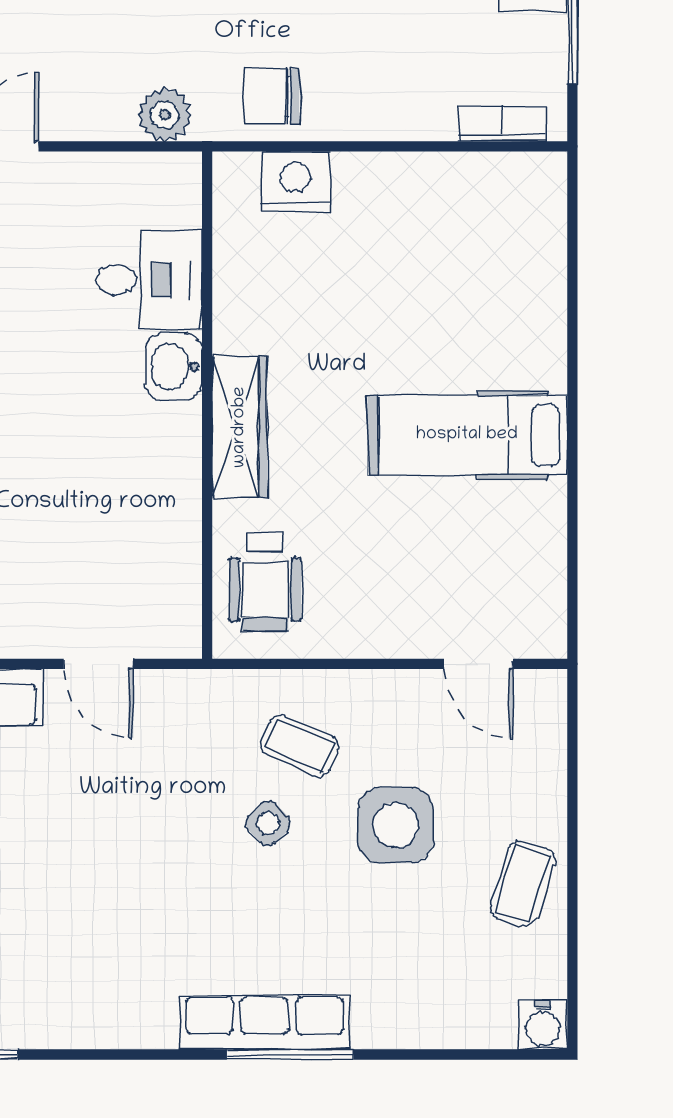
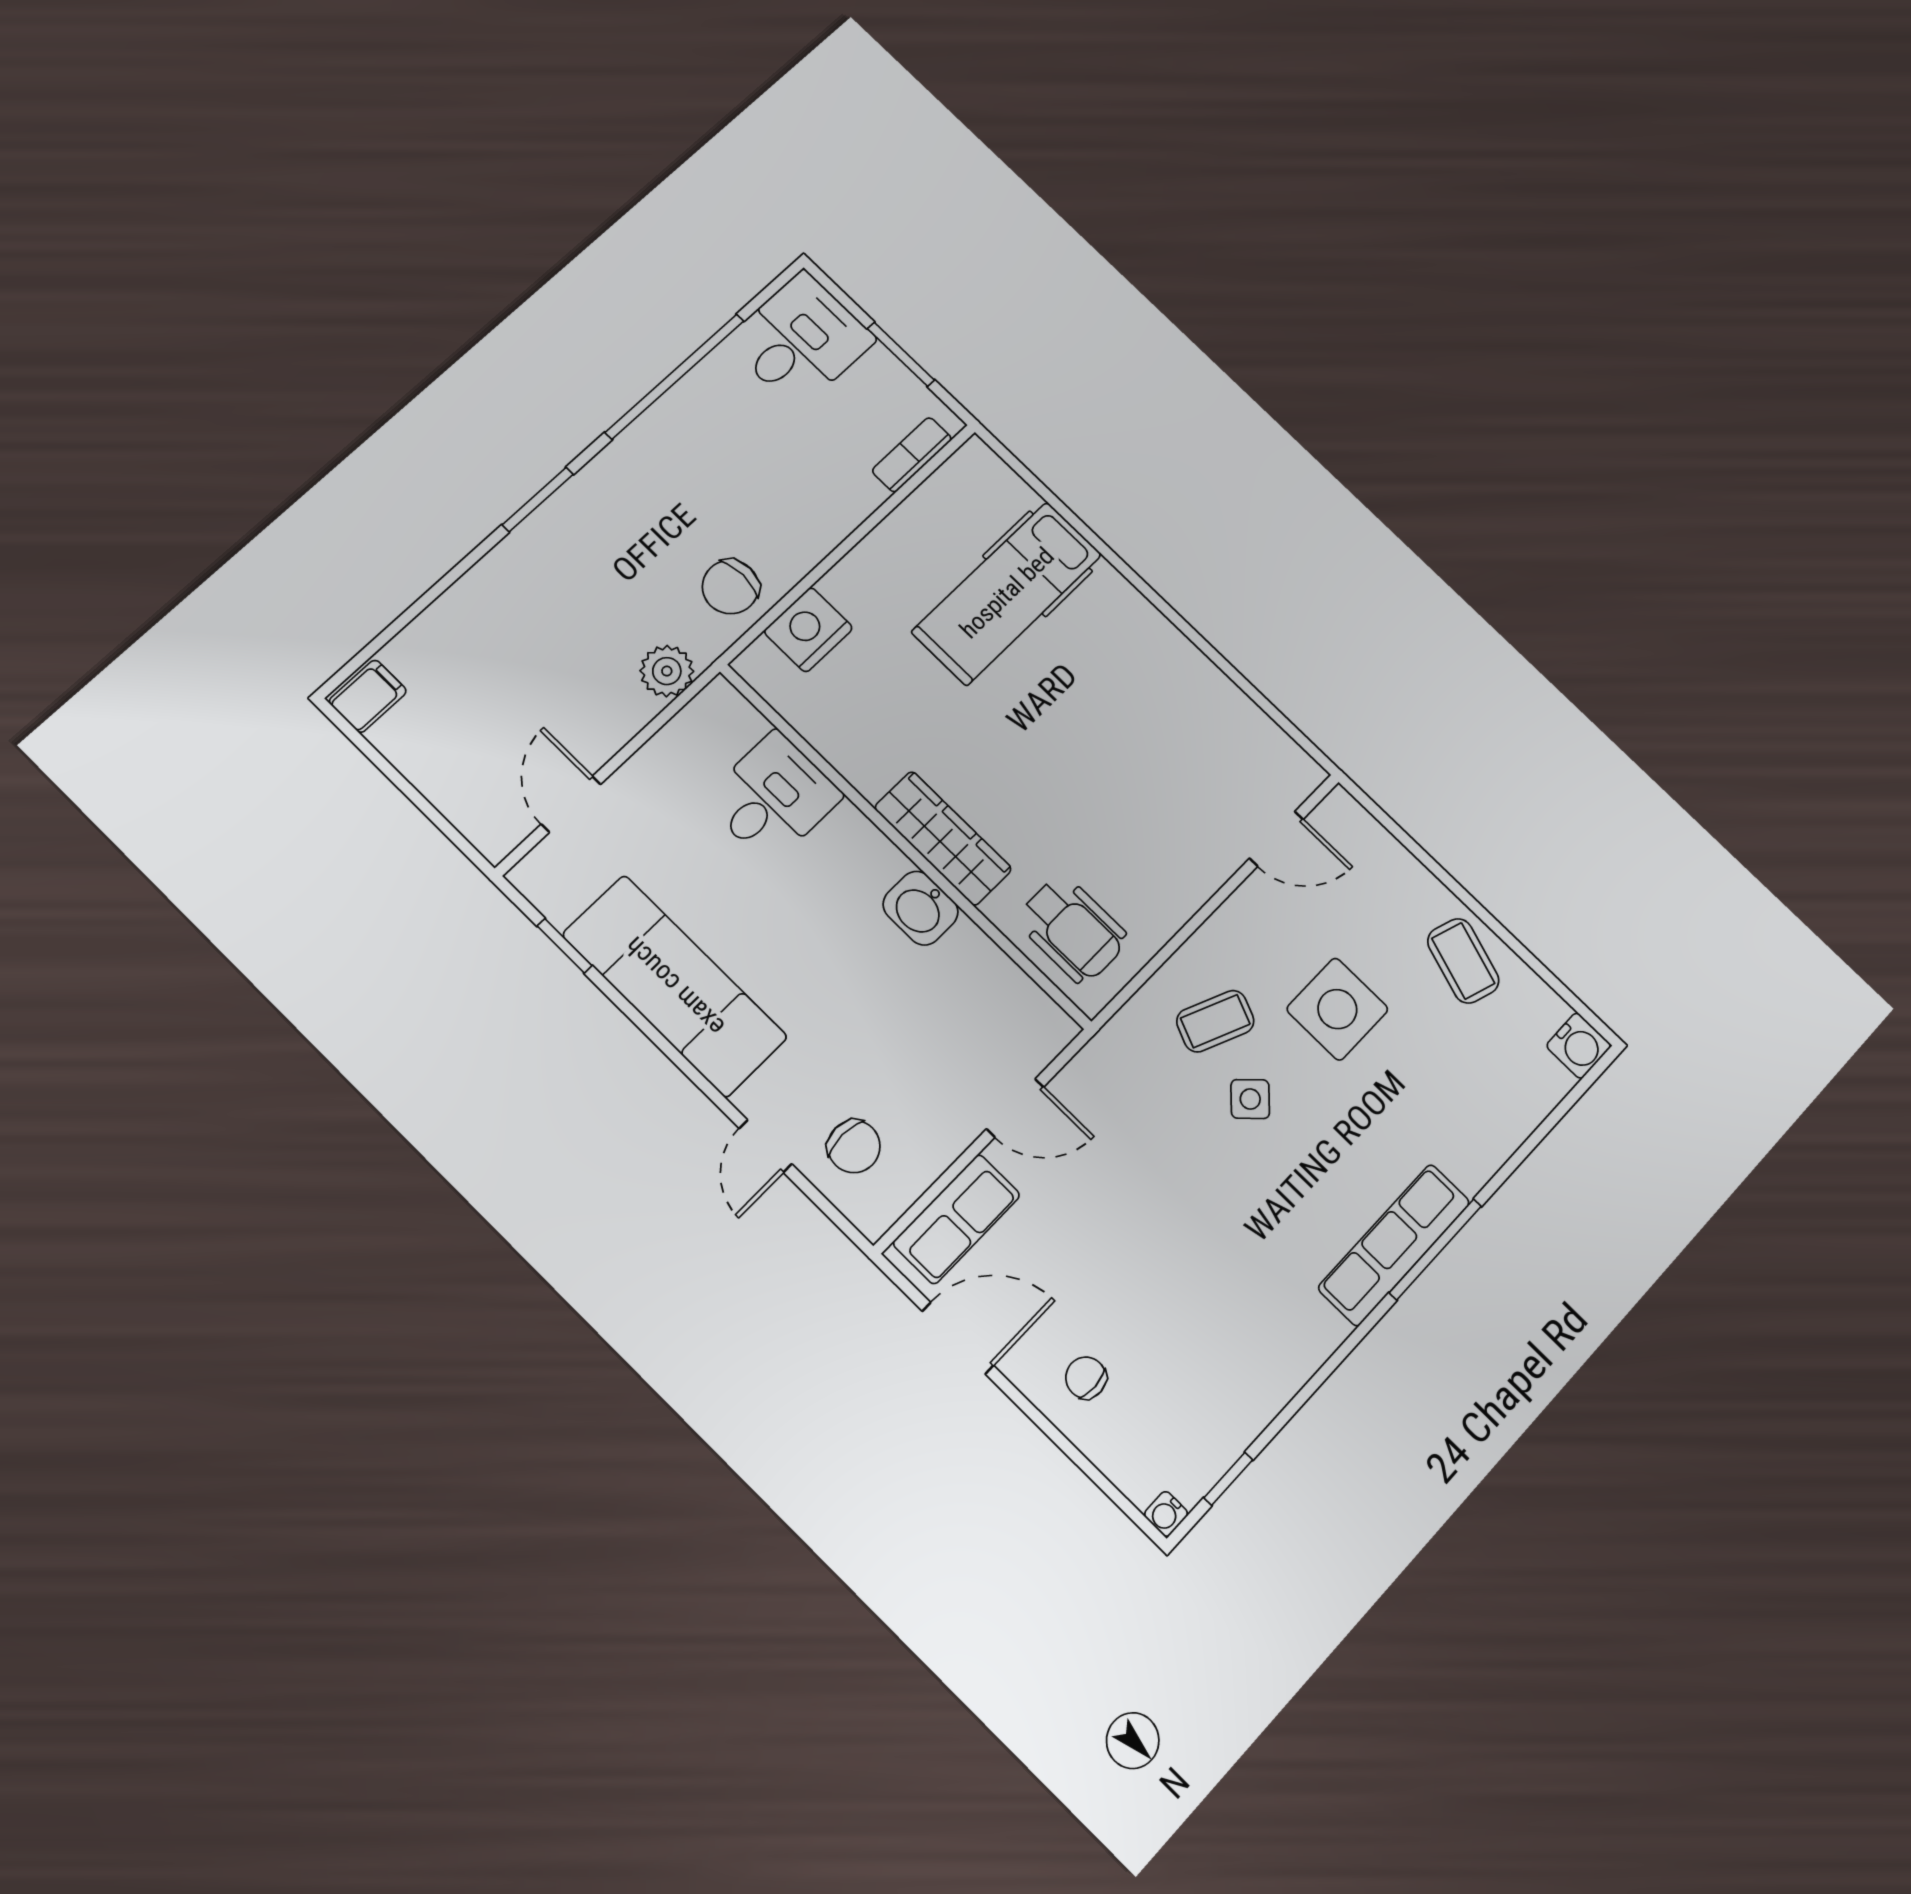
washbasin: (174, 367) -> (921, 908), moved
hospital bed: (467, 435) -> (1007, 593), moved

